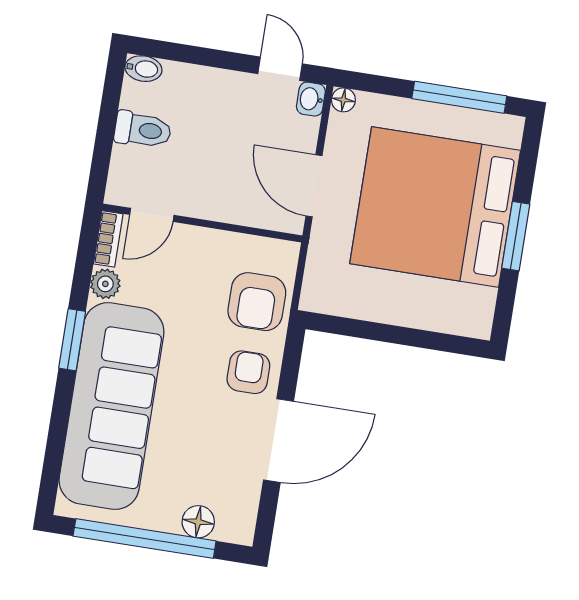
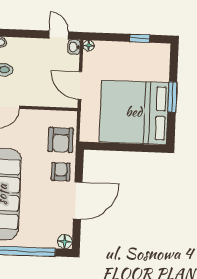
window: (459, 97) -> (140, 38), width x0.46
bed: (435, 207) -> (134, 112), moved
floor lamp: (198, 522) -> (65, 242), moved

